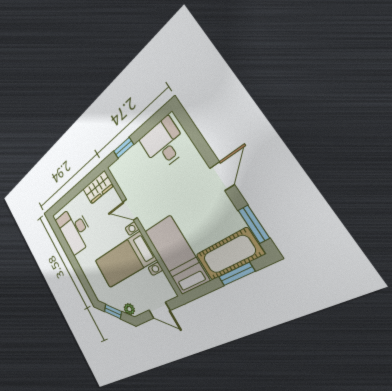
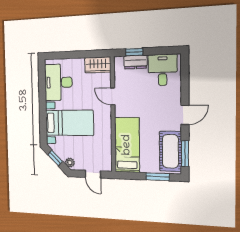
dresser: (131, 157) -> (135, 62), added
cot: (229, 254) -> (170, 151), moved, turned 90
bed with nightstands: (124, 260) -> (69, 123), moved, turned 180

